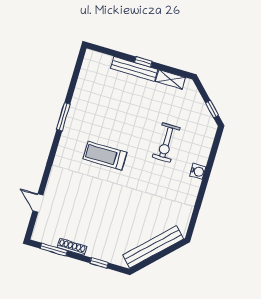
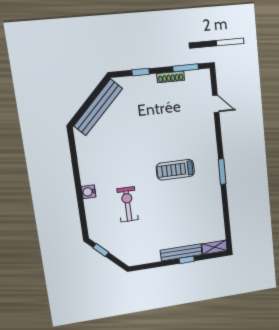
window: (143, 62) -> (187, 260), moved
shelving: (171, 79) -> (215, 247), moved
window: (63, 117) -> (222, 172), moved
treadmill: (105, 156) -> (175, 170), turned 180

